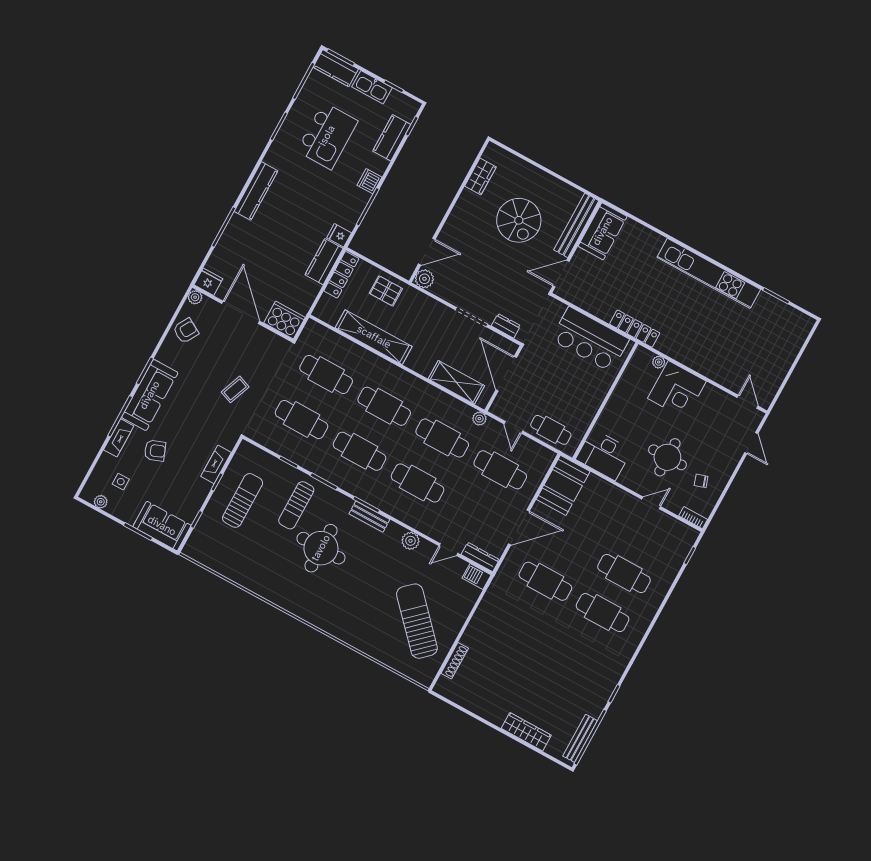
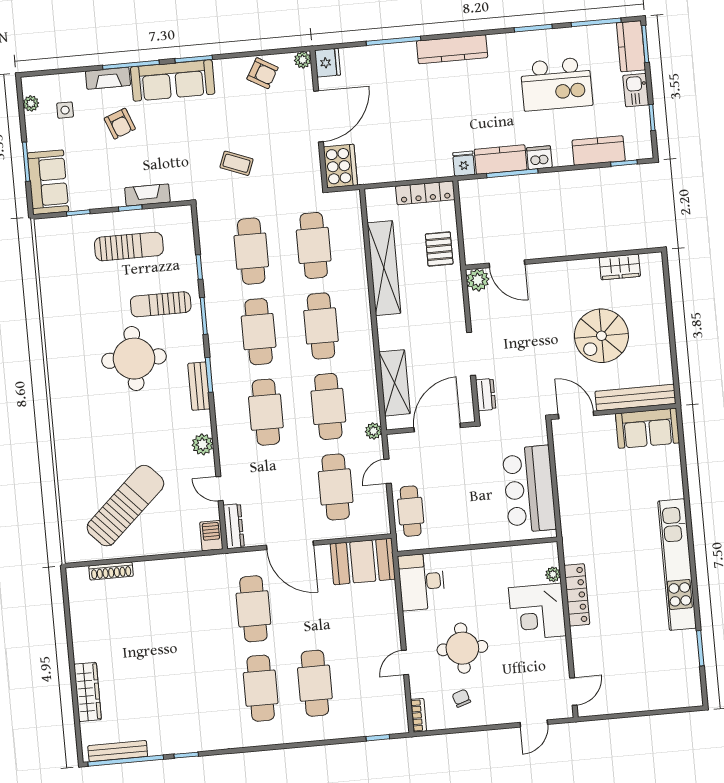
kitchen sink: (372, 87) -> (636, 90), width x0.73
kitchen counter: (324, 262) -> (501, 160), moved
locker: (635, 329) -> (577, 595), moved
door: (651, 503) -> (405, 662), swing flipped

